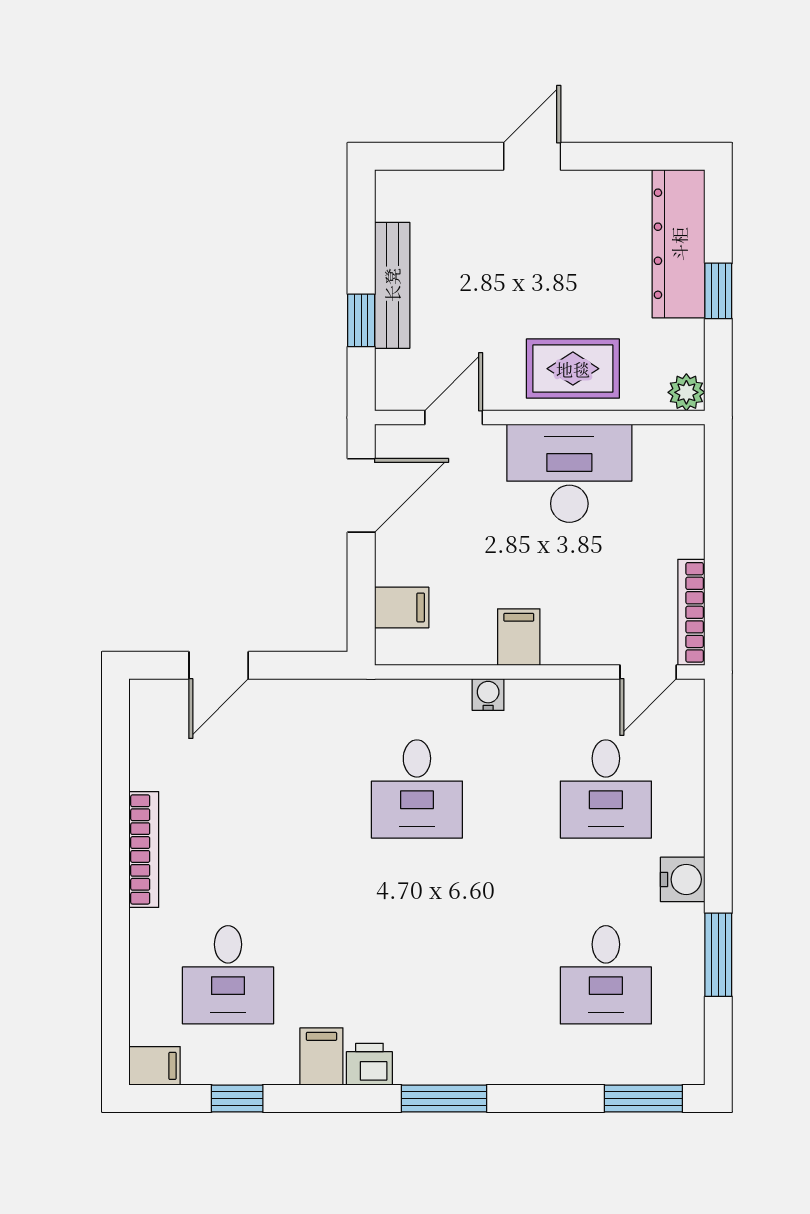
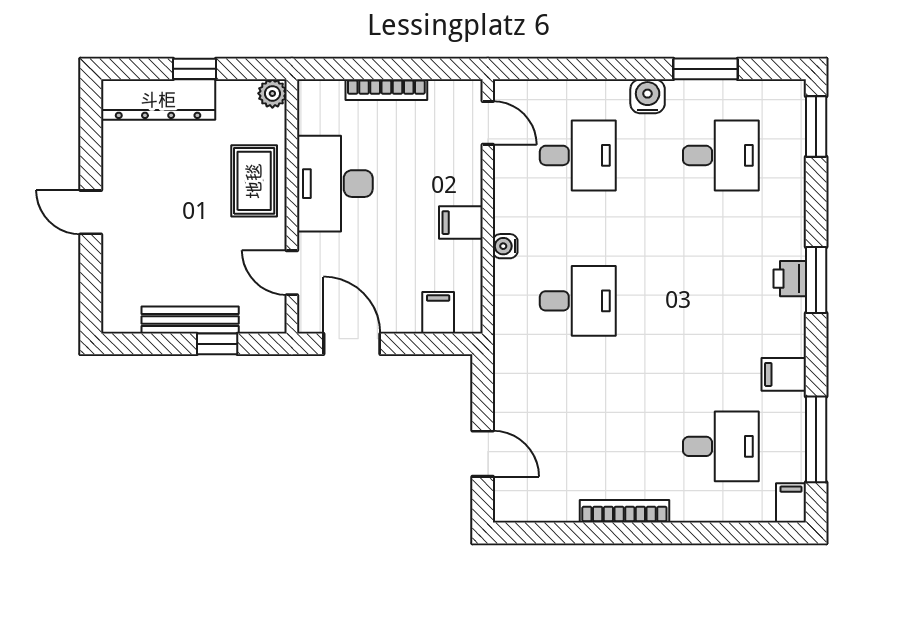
bookcase: (691, 612) -> (386, 90), moved
printer: (369, 1064) -> (790, 279), moved
window: (237, 1098) -> (816, 439), width x2.17

